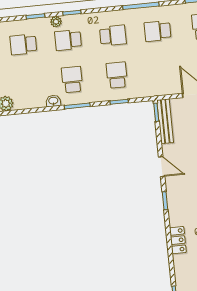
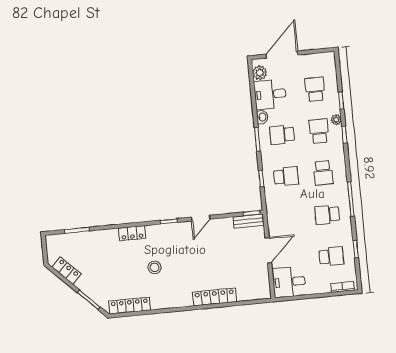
school desk: (158, 31) -> (327, 215), turned -90
school desk: (72, 80) -> (282, 135), turned 180
desk: (29, 92) -> (270, 94), added
bench: (165, 121) -> (249, 221), width x0.73

